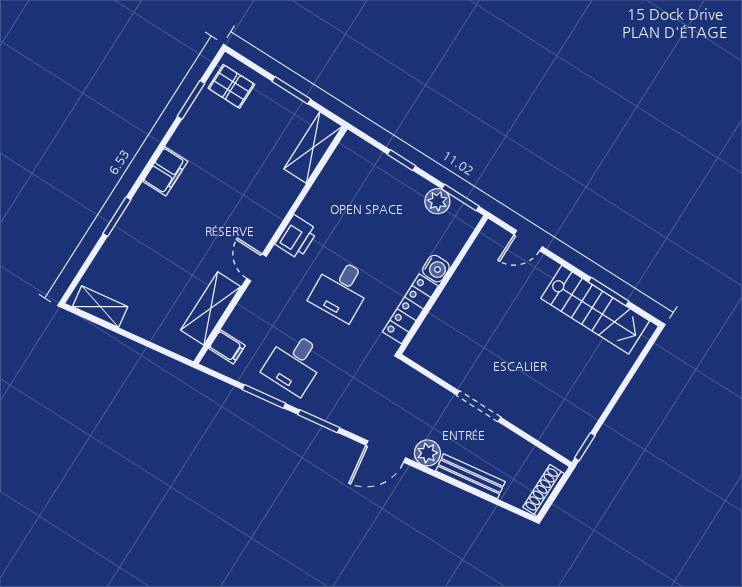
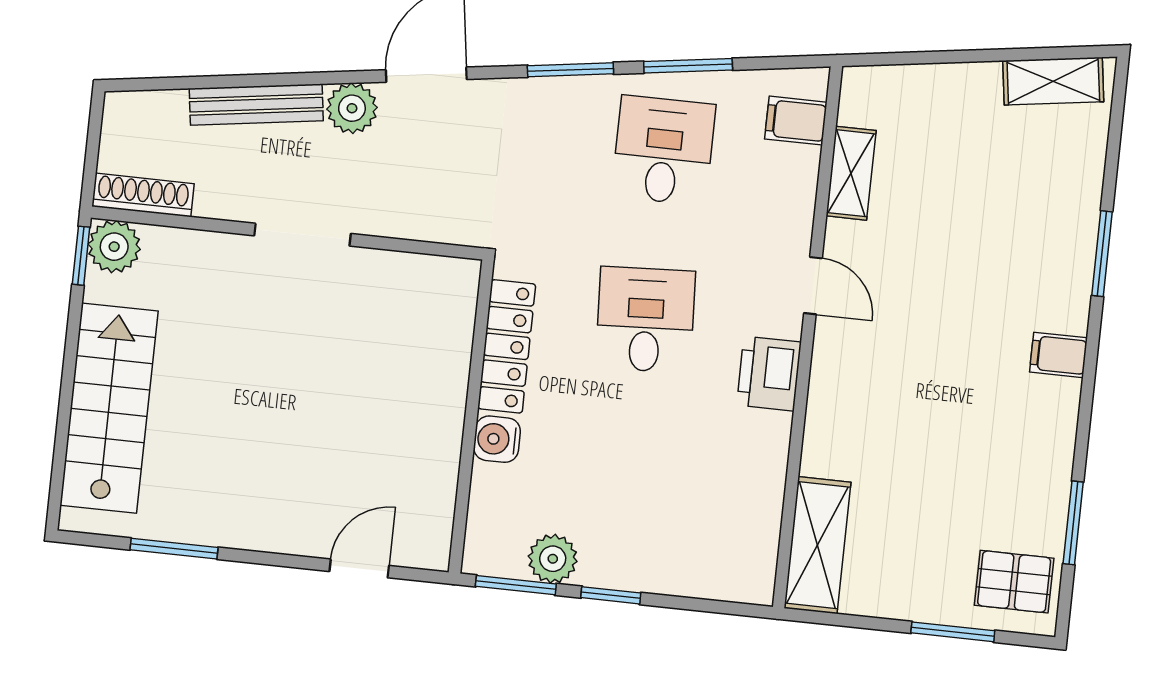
window: (291, 90) -> (953, 632), moved
window: (402, 160) -> (611, 595), moved
filing cabinet: (165, 171) -> (1058, 355), width x0.50
shelving: (211, 308) -> (851, 173), width x0.67, depth x0.75
stairs: (595, 310) -> (109, 408), moved, turned 90
plant: (568, 443) -> (114, 247), added
shoe rack: (544, 490) -> (143, 195), moved, turned -90

